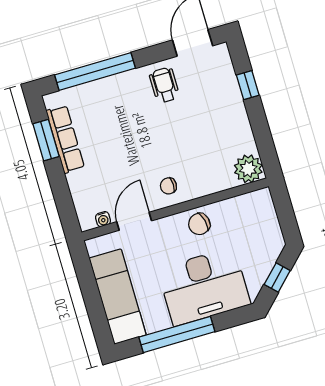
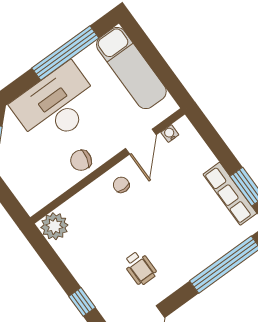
wheelchair: (164, 85) -> (140, 268), moved
chair: (168, 186) -> (121, 185), turned -90
chair: (199, 224) -> (81, 160), turned -153

